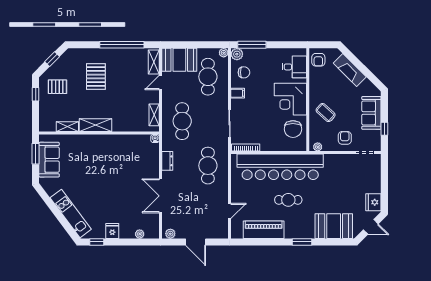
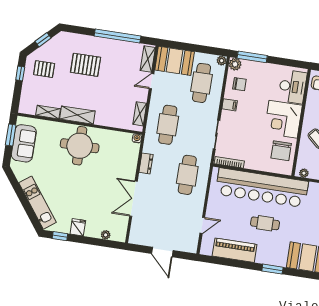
desk: (294, 67) -> (293, 87), width x1.37
pallet: (96, 77) -> (86, 65), turned 90
round table: (102, 154) -> (80, 146), added
plant: (170, 234) -> (137, 239), removed

